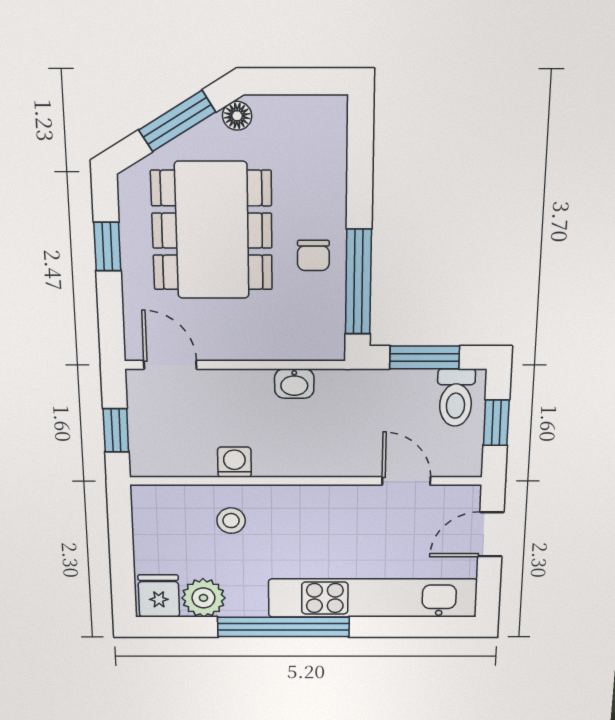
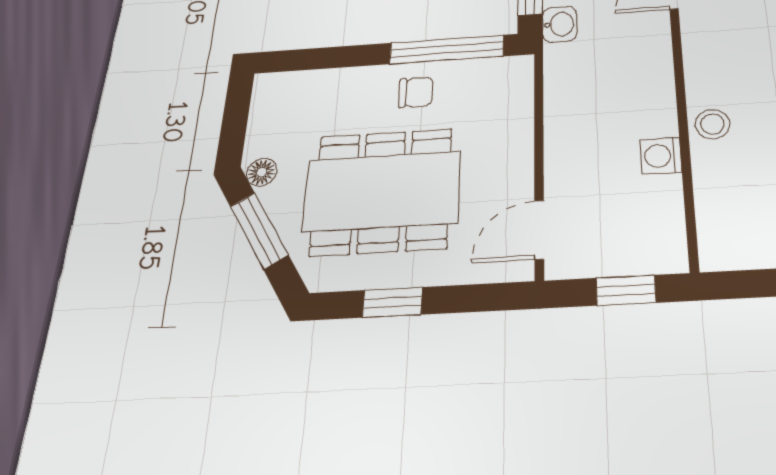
washbasin: (294, 384) -> (560, 24), moved
stool: (231, 521) -> (712, 124), moved

